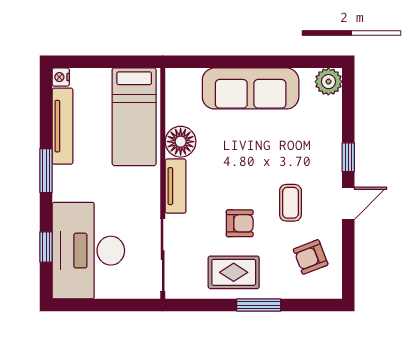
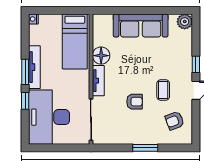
tv unit: (62, 126) -> (34, 67), moved
window: (46, 247) -> (25, 101), moved
rug: (234, 272) -> (131, 129), removed

